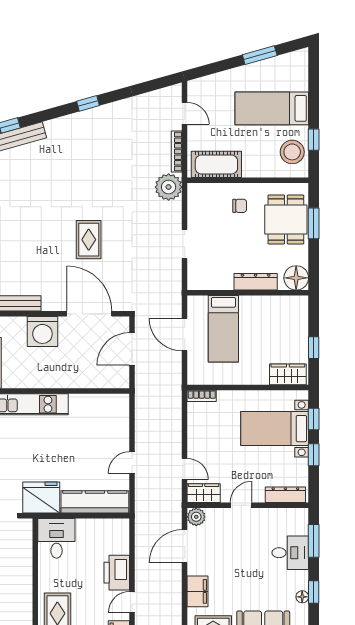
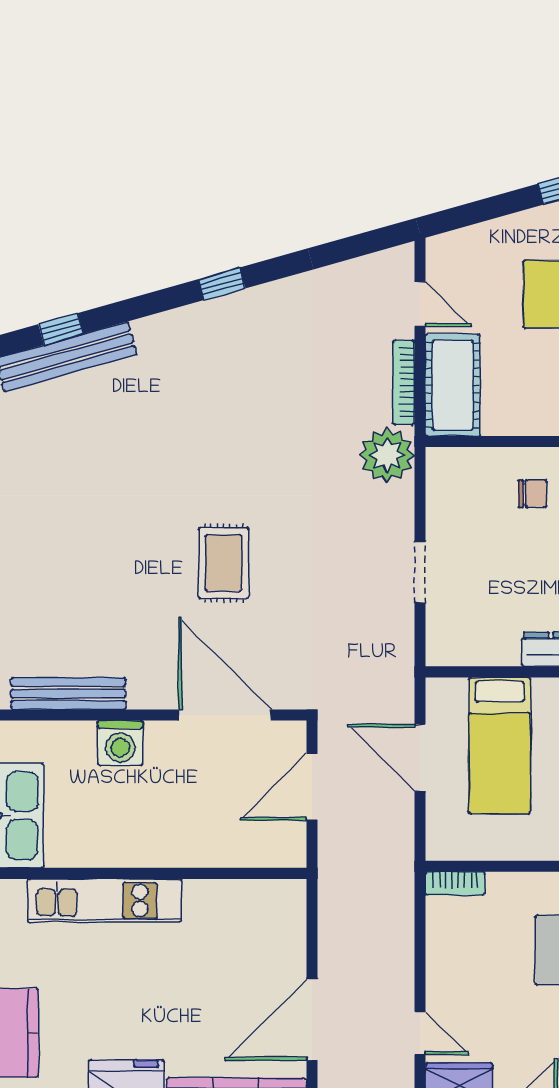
cot: (216, 164) -> (453, 385), moved, turned 90
washing machine: (42, 332) -> (120, 743), width x0.73, depth x0.73
door: (132, 462) -> (312, 1020), width x1.88

